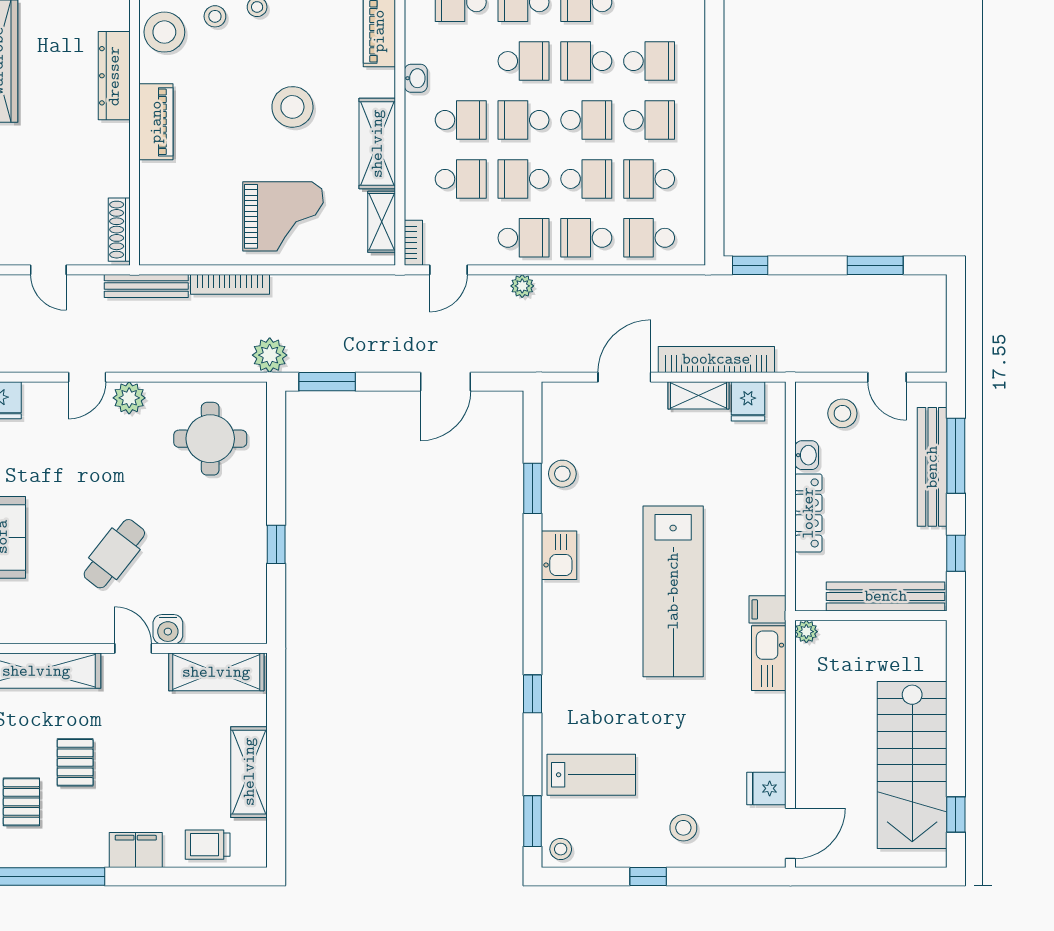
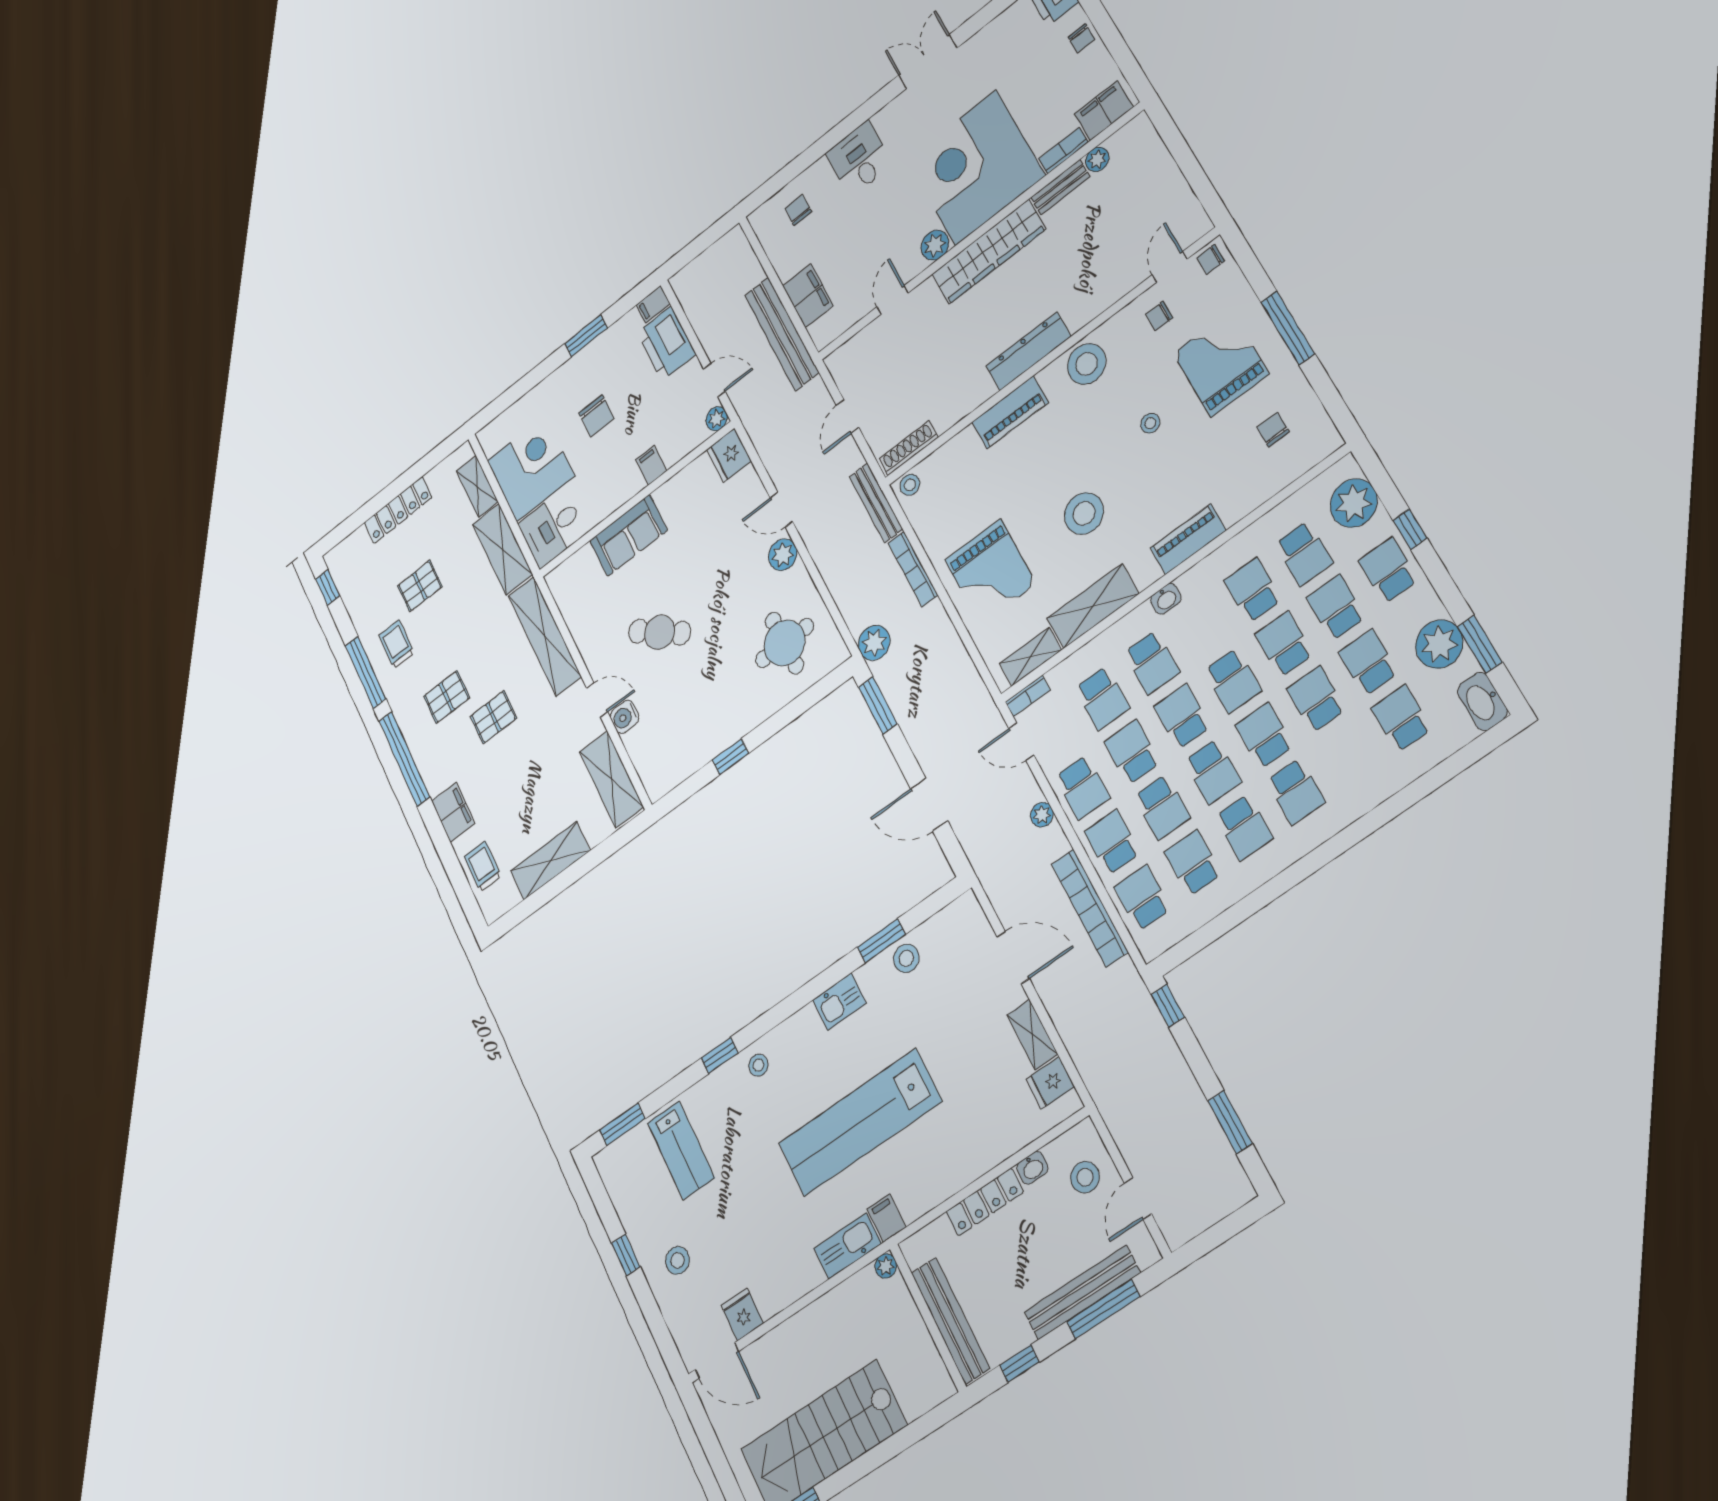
stool: (215, 16) -> (910, 485), moved
bookcase: (716, 359) -> (1090, 908), moved, turned 180
door: (133, 648) -> (597, 700), hinge flipped
stool: (561, 849) -> (758, 1065), moved

